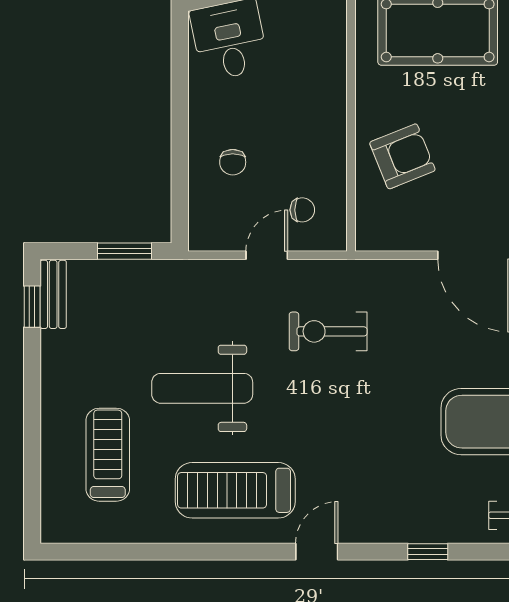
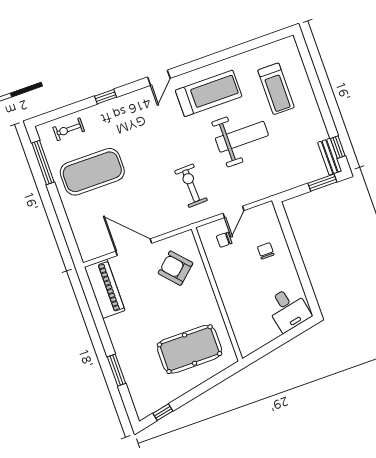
armchair: (402, 156) -> (175, 268), moved, turned 70
window: (125, 251) -> (322, 183), moved
exercise bike: (328, 331) -> (191, 186), turned -92

